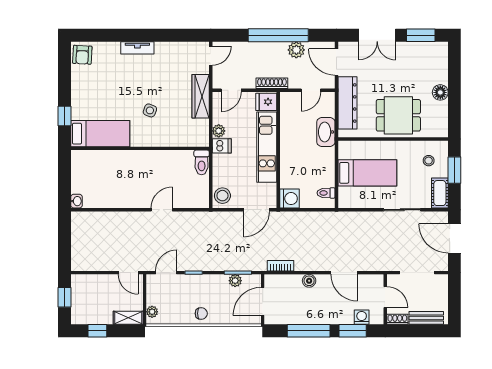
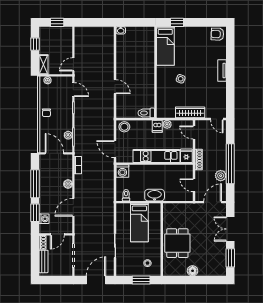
dresser: (347, 103) -> (186, 209), removed
washbasin: (326, 132) -> (155, 195), moved
cot: (440, 193) -> (126, 270), removed

